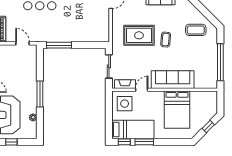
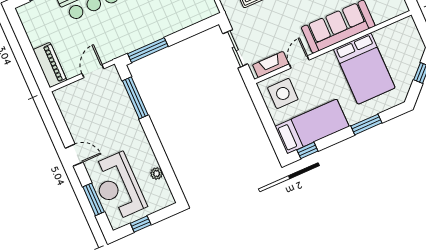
door: (23, 43) -> (93, 71), hinge flipped
window: (40, 94) -> (135, 98), moved
window: (144, 142) -> (366, 124), moved

